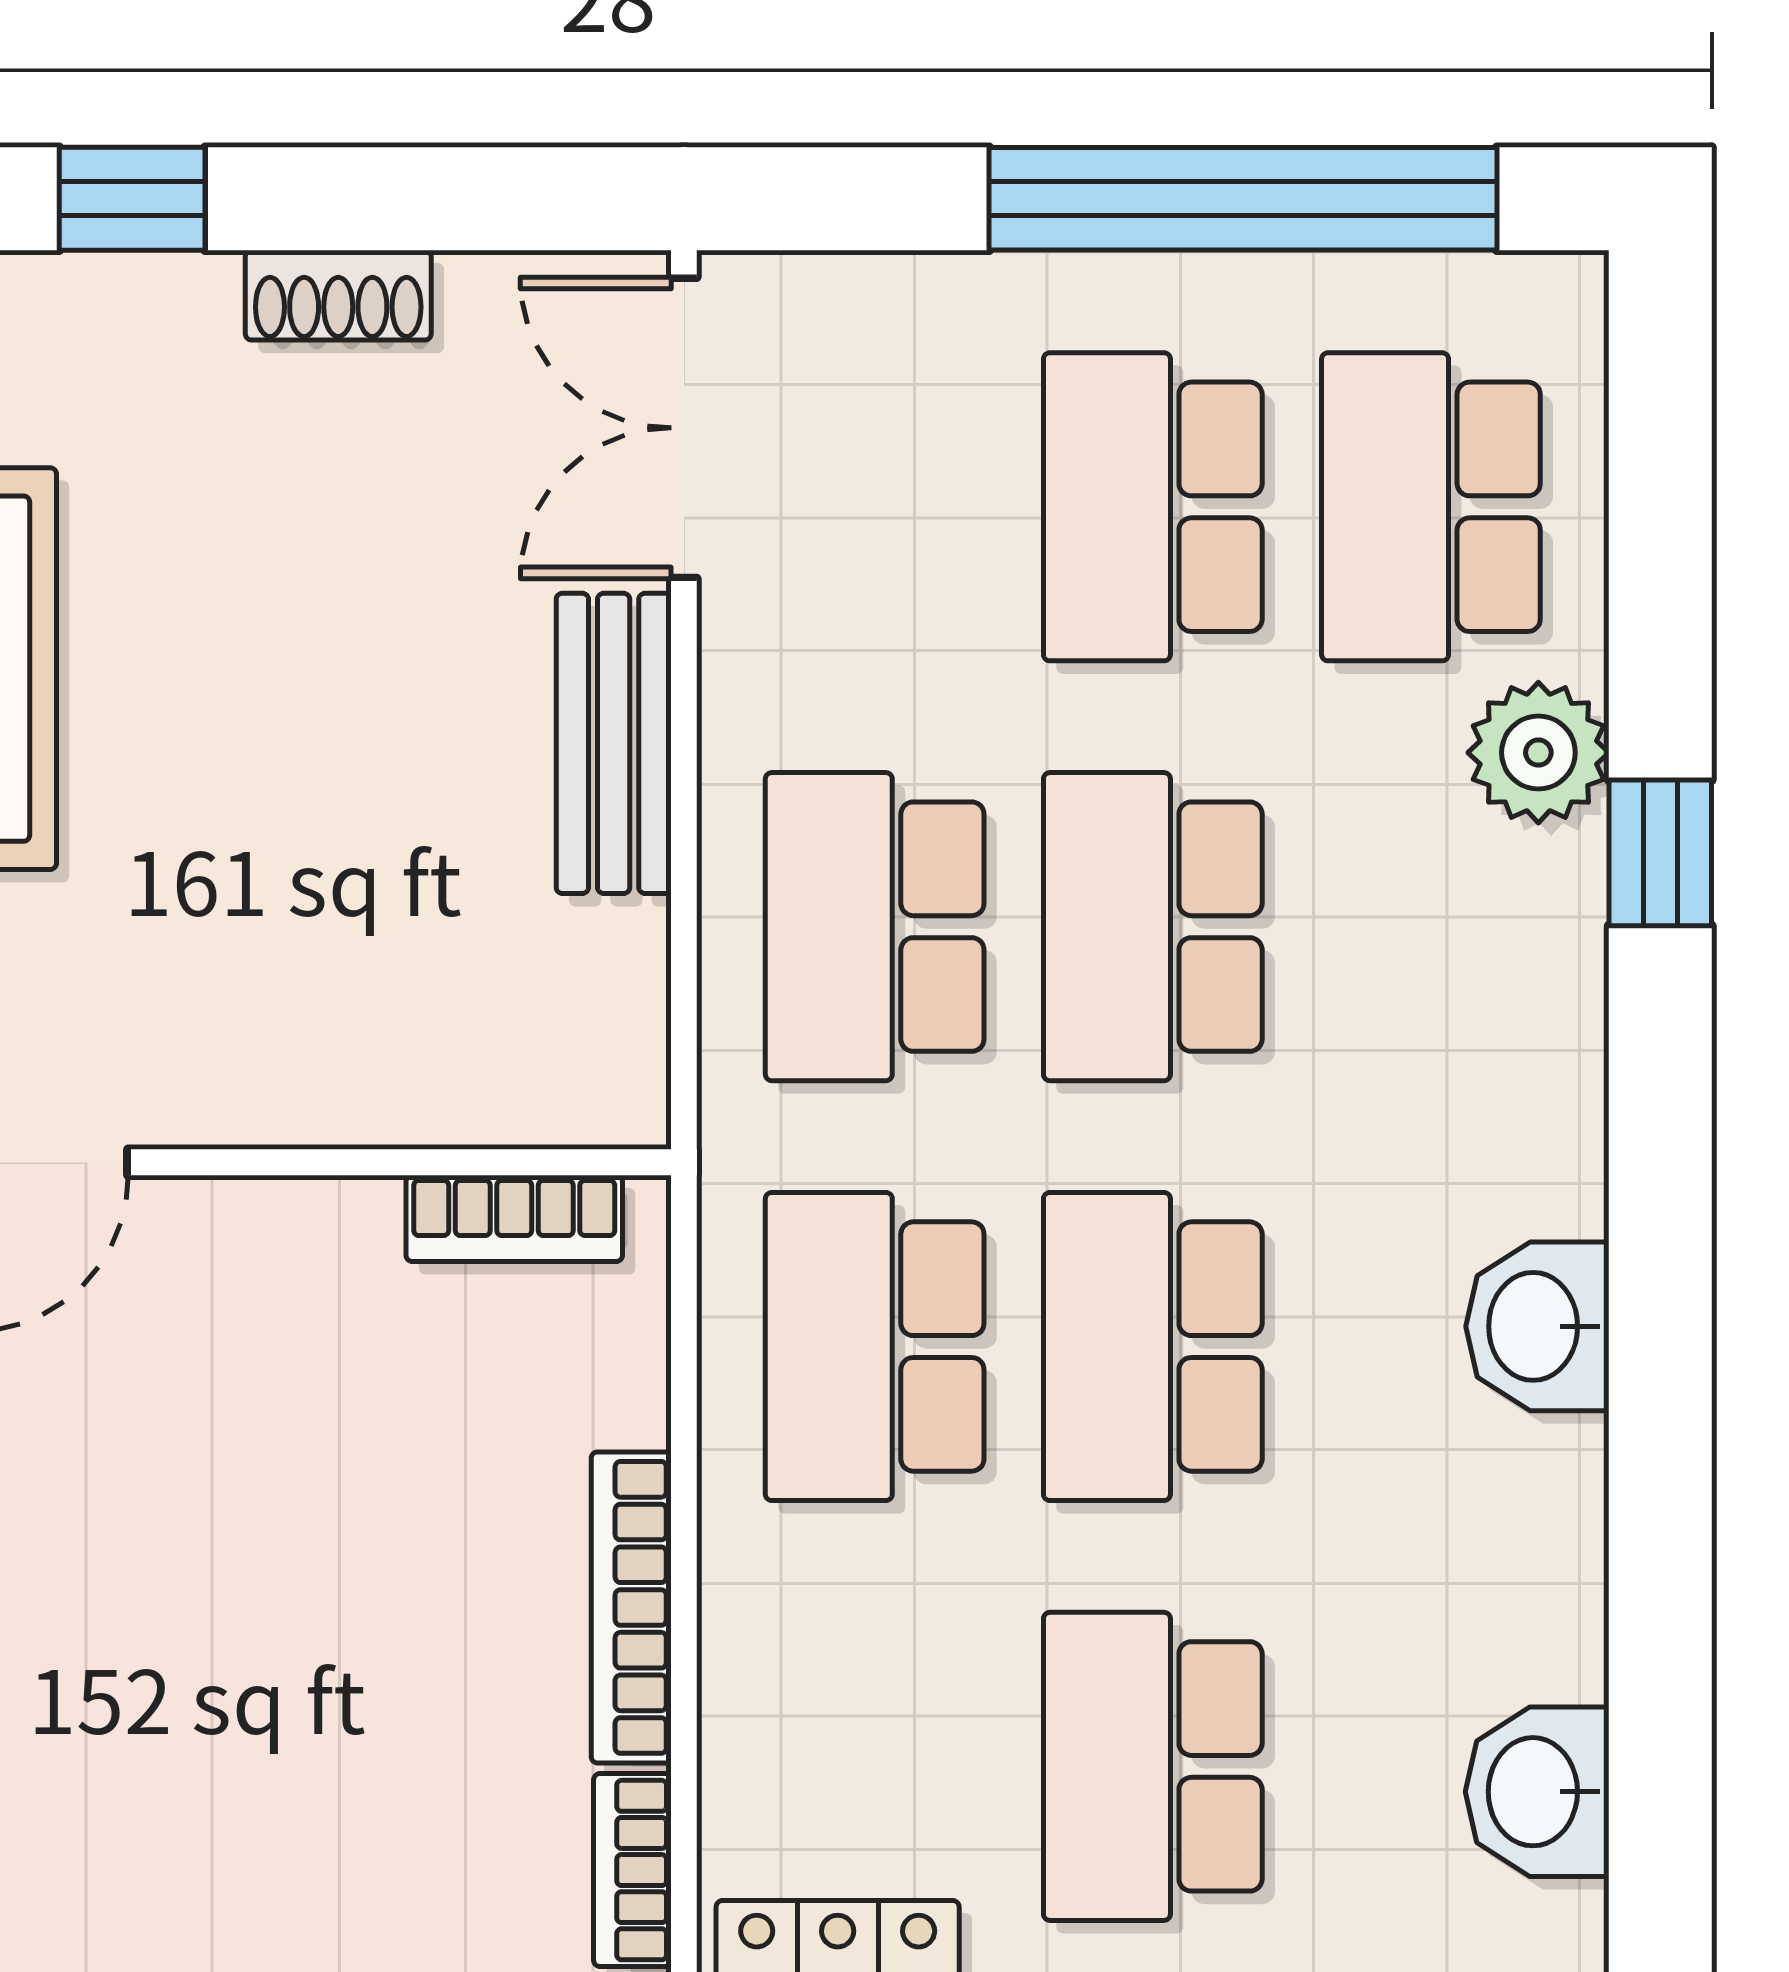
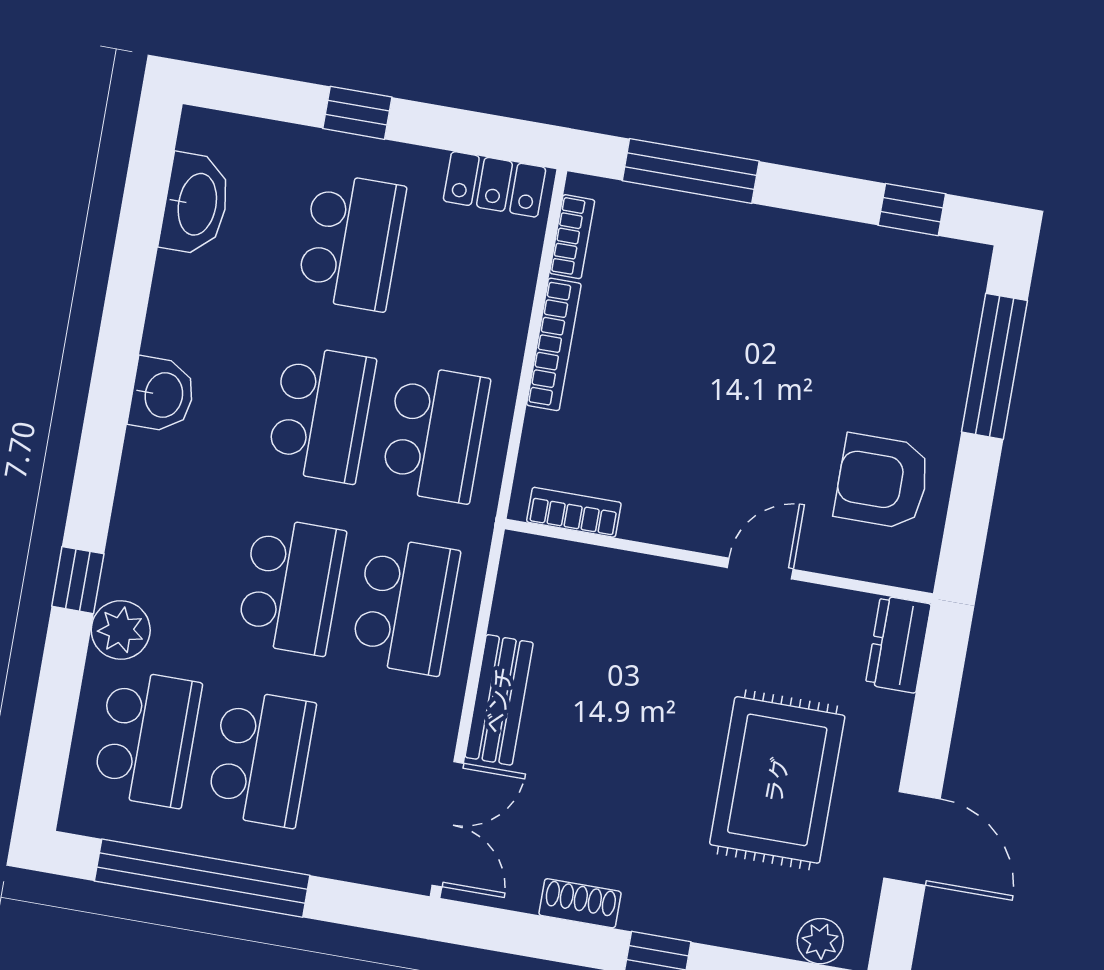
washbasin: (1537, 1792) -> (196, 204), width x1.38

